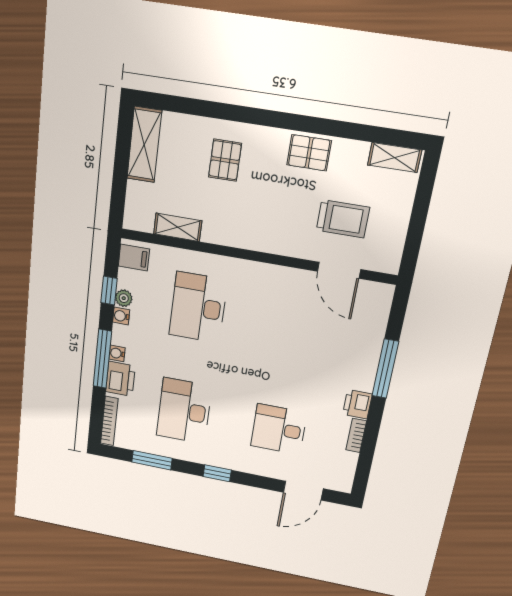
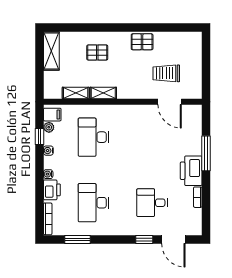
shelving: (394, 158) -> (103, 93), moved
pallet: (225, 160) -> (97, 52), turned 90
trolley: (343, 219) -> (166, 73), turned 180
plant: (124, 298) -> (49, 127), moved
window: (102, 359) -> (39, 179), removed
printer: (357, 404) -> (191, 171), width x1.87, depth x1.48
window: (217, 473) -> (144, 239), moved
door: (303, 491) -> (173, 239), hinge flipped

